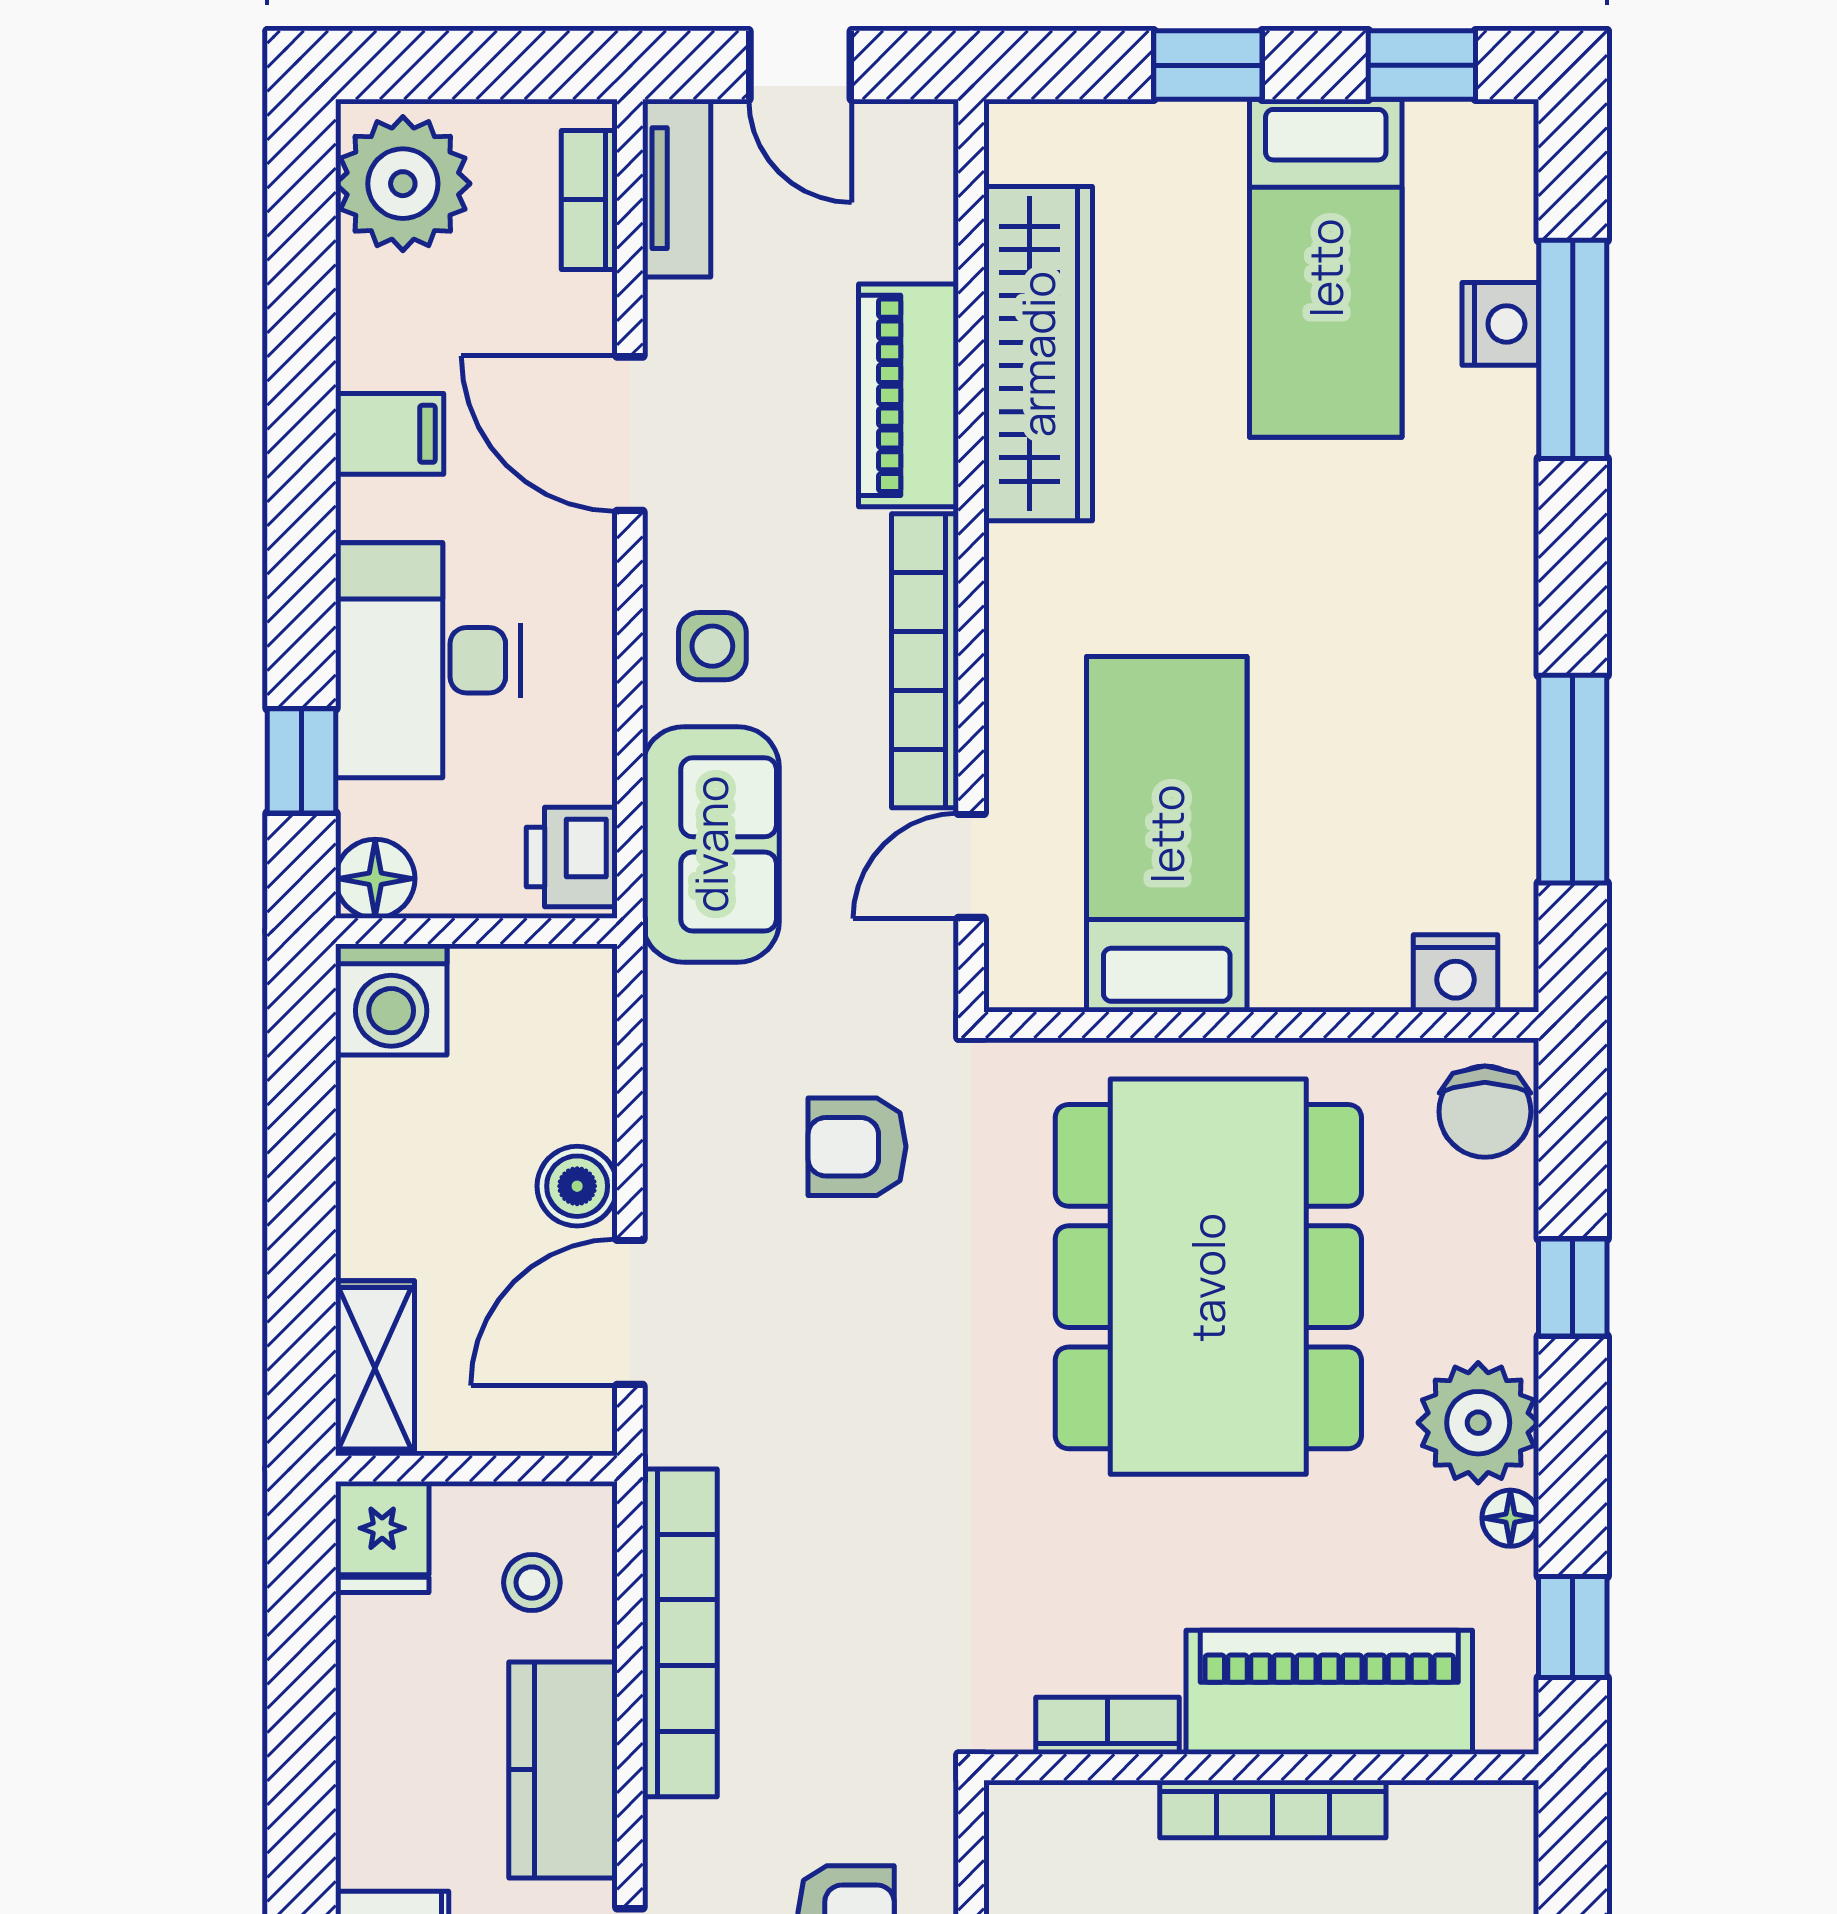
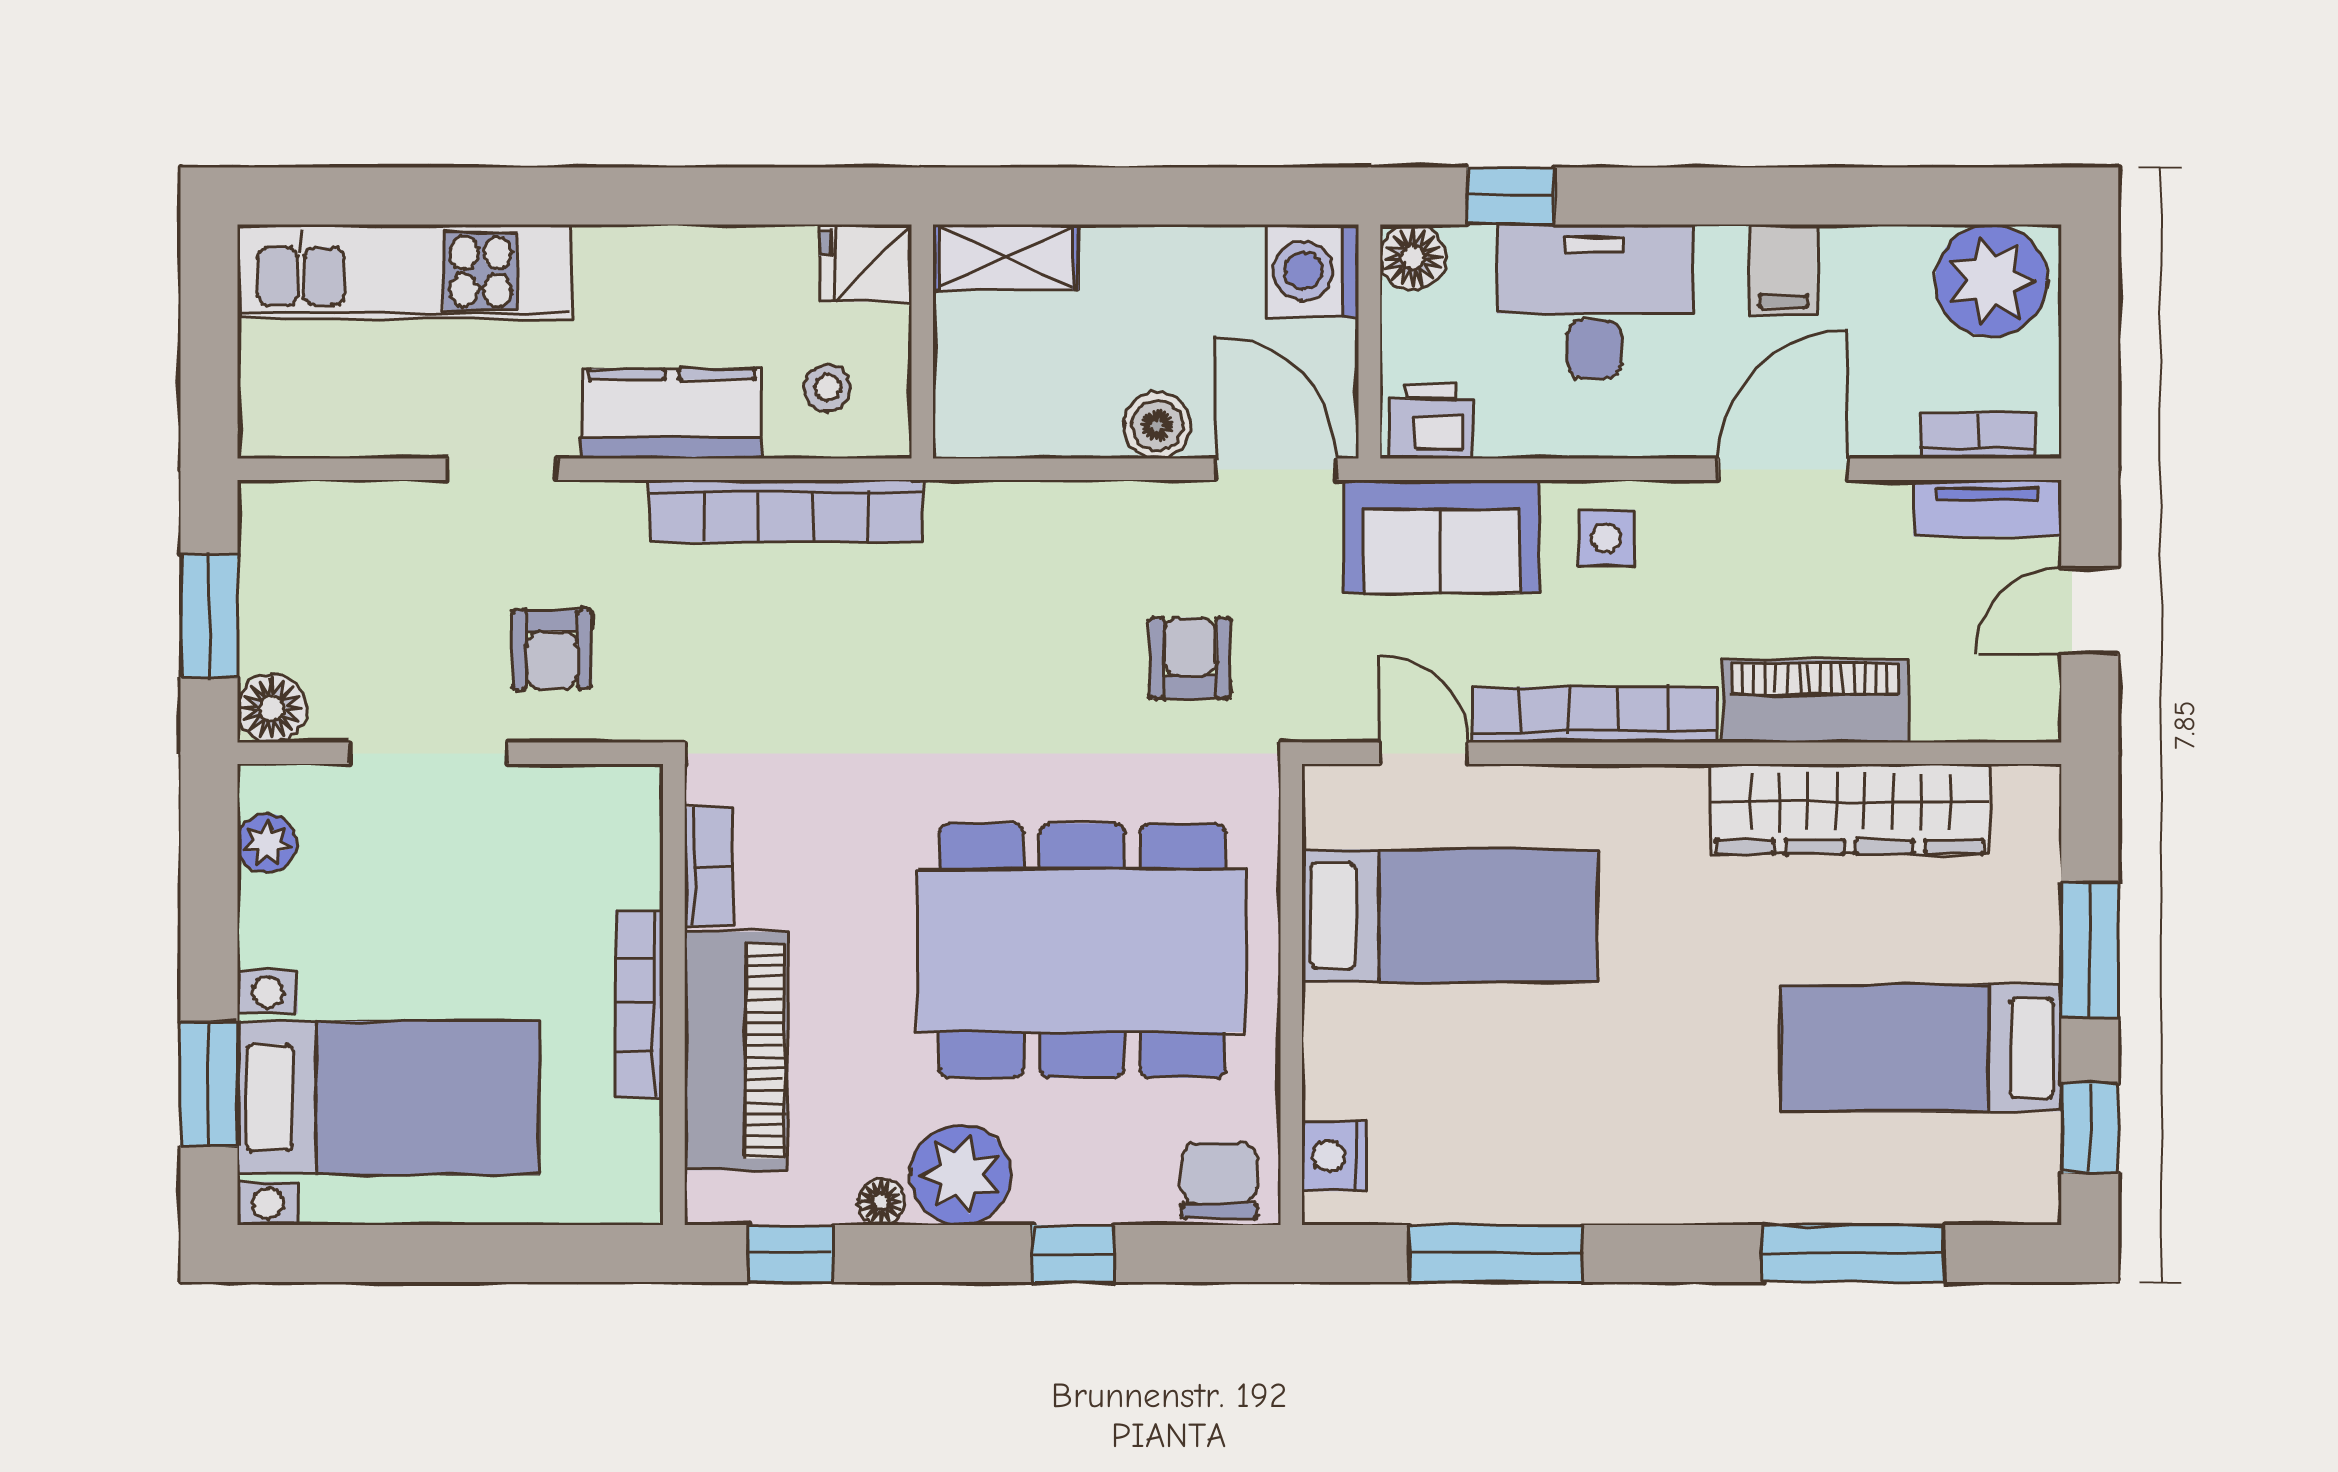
window: (1208, 65) -> (2090, 950), width x1.50
nightstand: (1500, 324) -> (1874, 1193), removed
chair: (1485, 1112) -> (1219, 1181), turned 90
door: (630, 1312) -> (1276, 469), moved

